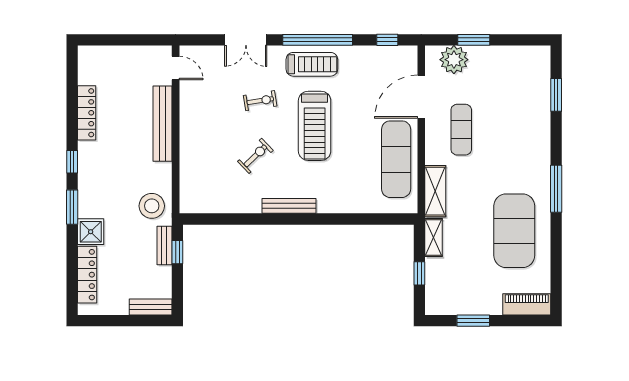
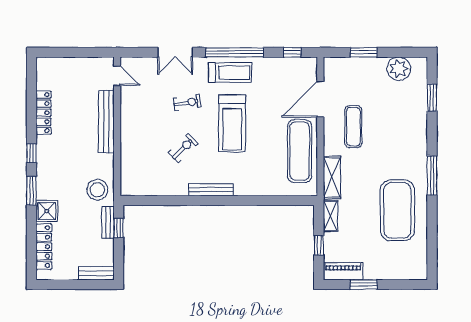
plant: (454, 60) -> (399, 69), moved
piano: (527, 304) -> (343, 271), moved

